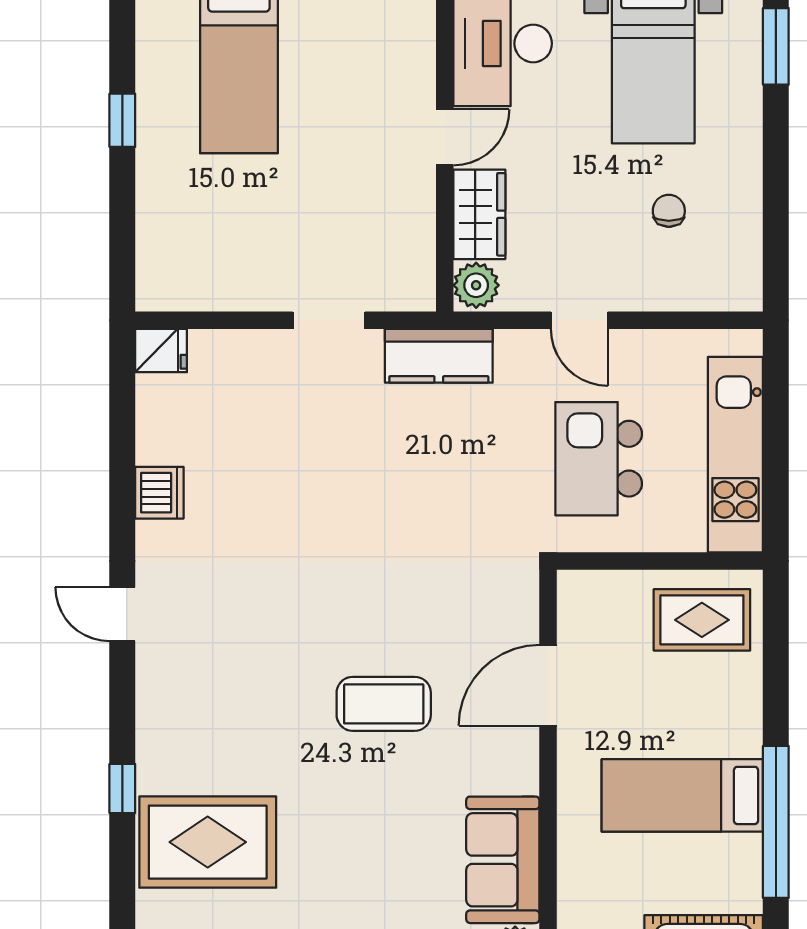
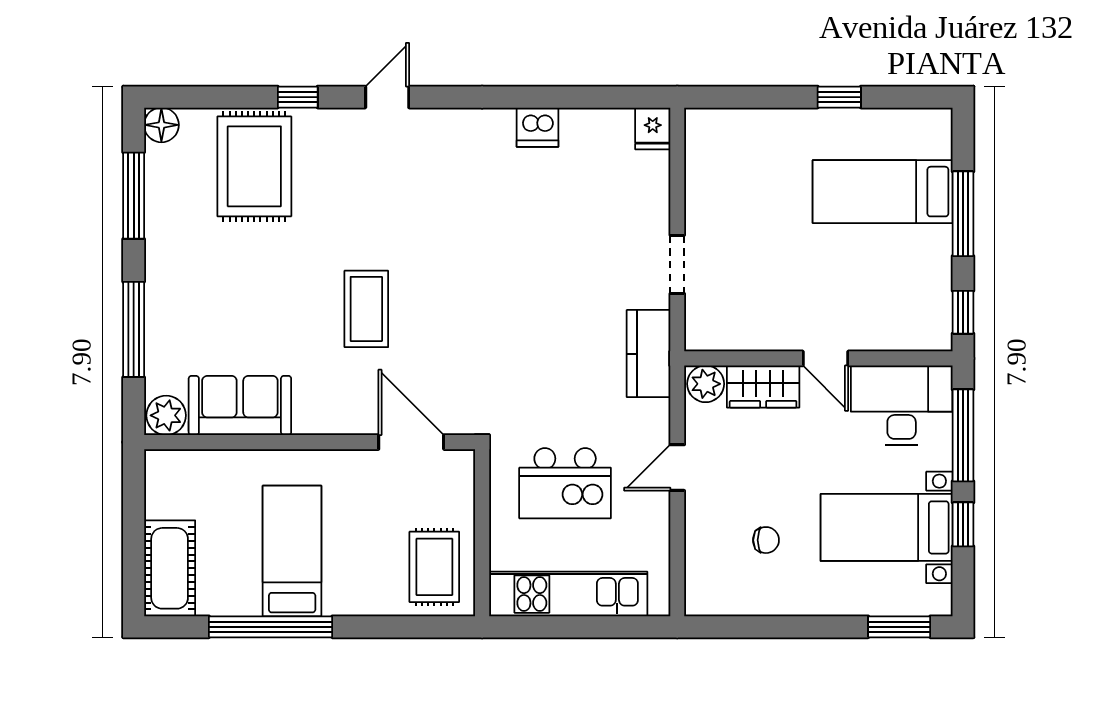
kitchen island: (599, 459) -> (565, 483), turned 180
door: (122, 614) -> (387, 97), moved
door: (548, 685) -> (411, 442), moved

